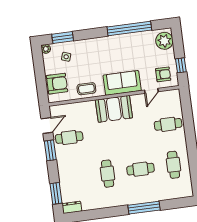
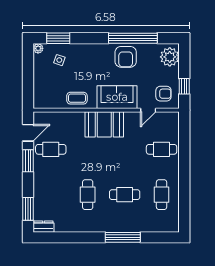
armchair: (57, 84) -> (126, 57), moved, turned 90

